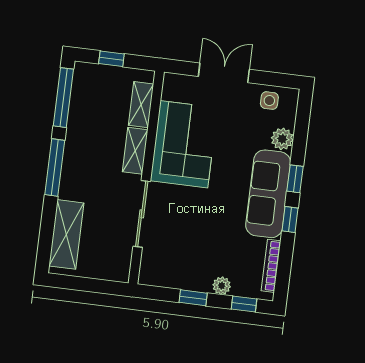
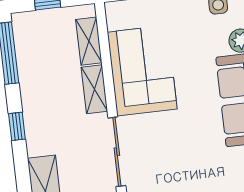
window: (55, 168) -> (17, 126), width x0.46

